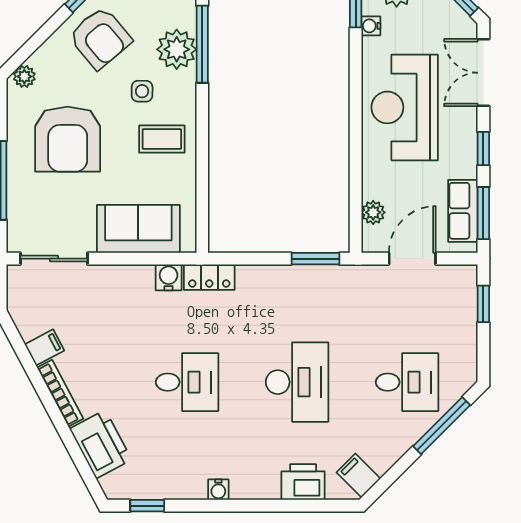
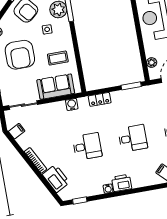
coffee table: (162, 139) -> (58, 58), moved
locker: (209, 277) -> (100, 99), moved
filing cabinet: (45, 347) -> (17, 131), moved
desk: (297, 382) -> (133, 138), width x0.73
printer: (303, 482) -> (122, 183), moved

